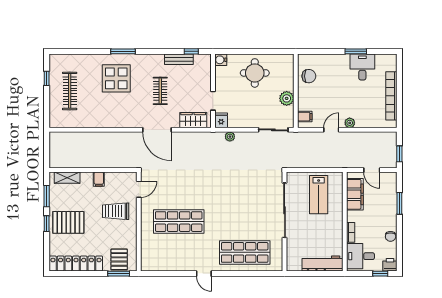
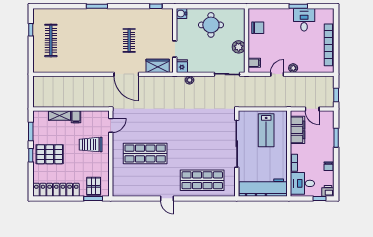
bench: (179, 59) -> (145, 13), removed
display table: (116, 78) -> (91, 30), removed
shelving: (67, 178) -> (59, 115), moved
workbench: (323, 263) -> (263, 188), width x1.36, depth x1.32

